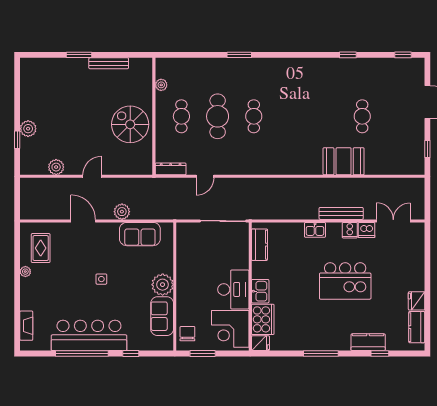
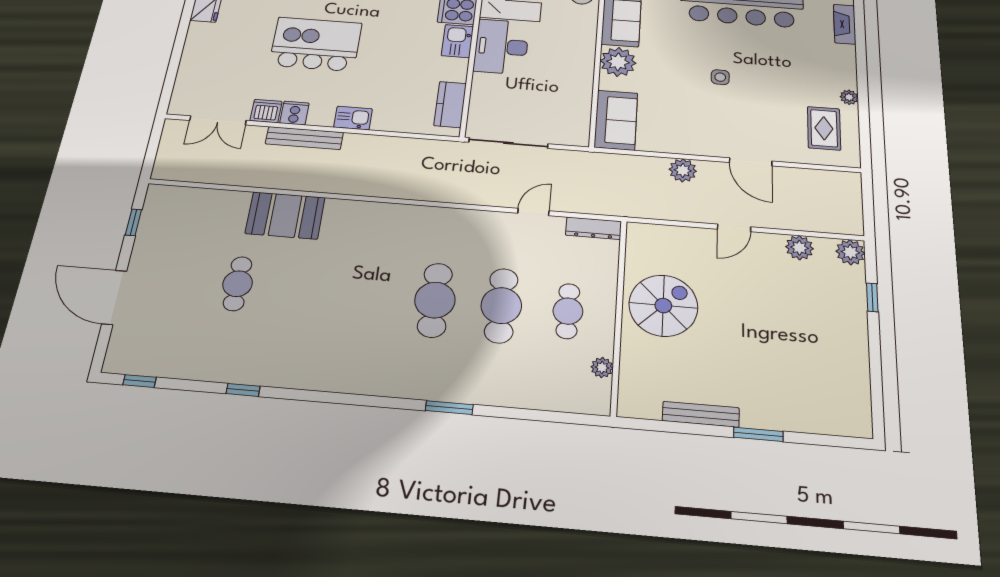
cafe table: (254, 116) -> (435, 300), width x1.37, depth x1.35
spiral stairs: (130, 124) -> (663, 306), turned -90
plant: (28, 129) -> (850, 252), moved
sofa: (140, 234) -> (616, 120), moved, turned 90

